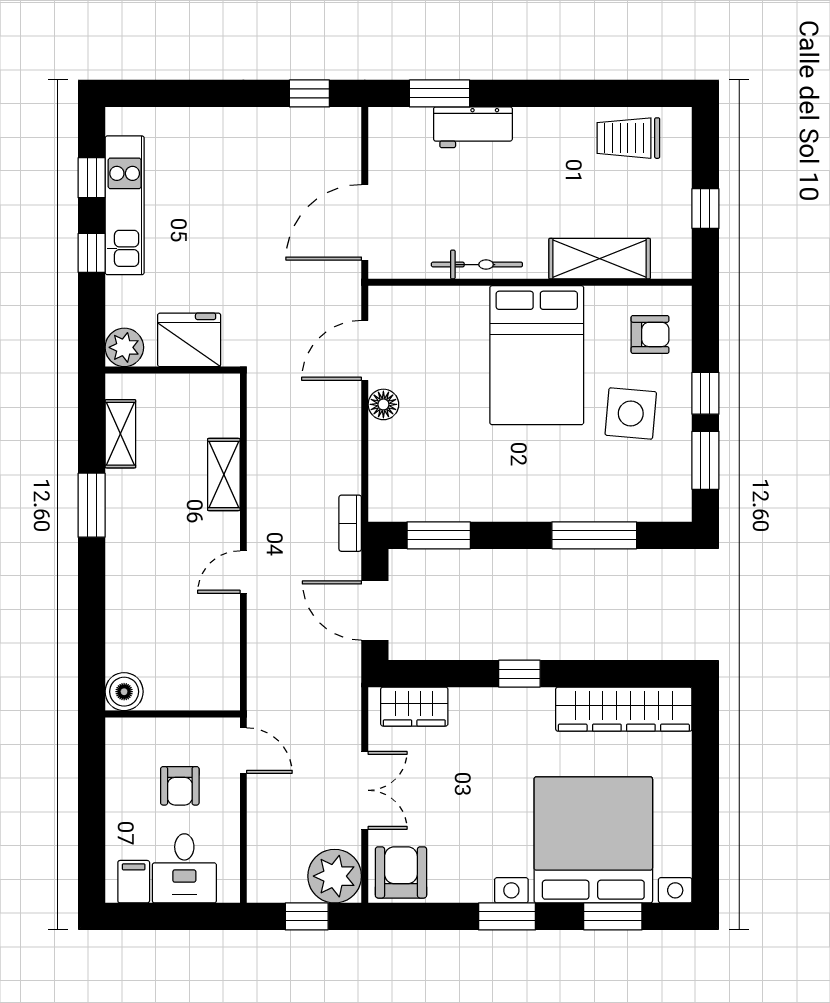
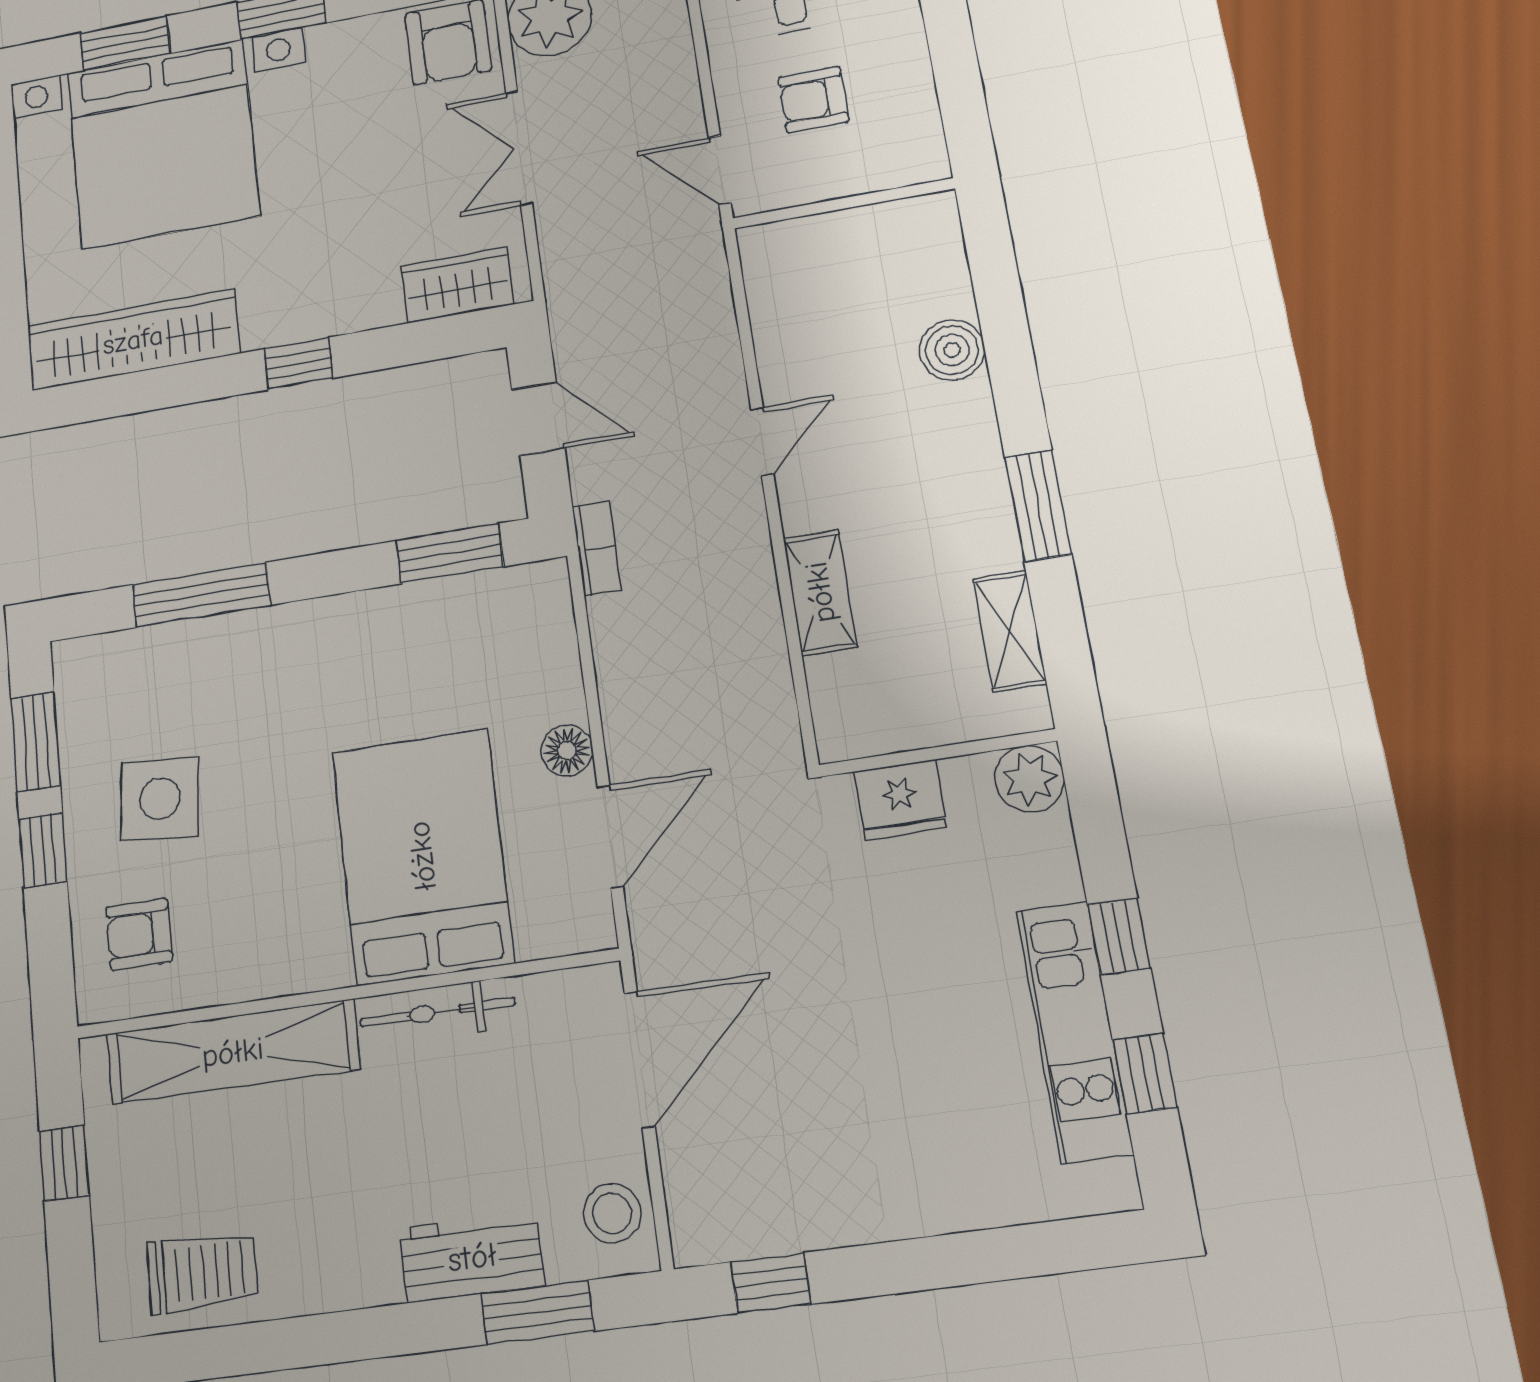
stool: (391, 141) -> (612, 1213), added
shelving: (600, 259) -> (233, 1052), width x1.47
fridge: (189, 340) -> (900, 799), width x0.73, depth x0.75
bed: (537, 355) -> (422, 856), moved
door: (375, 611) -> (538, 419), width x0.73
boiler: (124, 692) -> (952, 350), moved
armchair: (180, 786) -> (813, 100), turned -90

